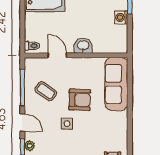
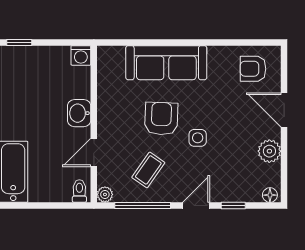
washing machine: (121, 17) -> (81, 55), moved
sofa: (116, 84) -> (166, 63), moved
plant: (30, 146) -> (105, 194), moved

